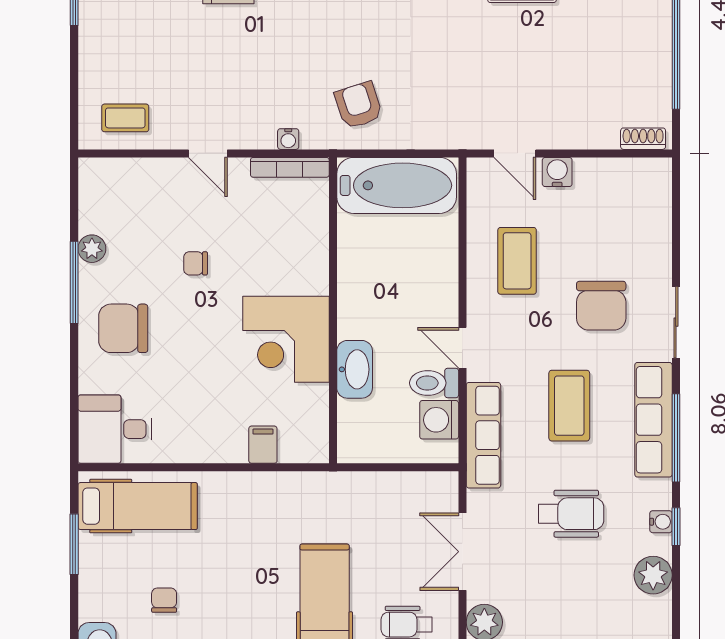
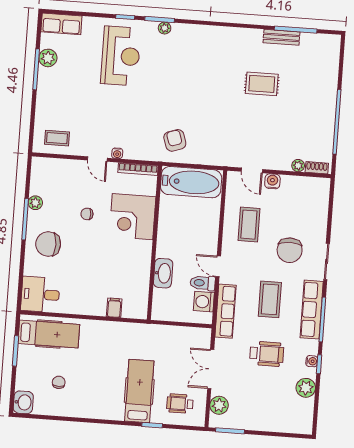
plant: (606, 137) -> (298, 166), added
water cooler: (288, 139) -> (117, 153), moved
corner desk: (286, 339) -> (133, 217), moved

